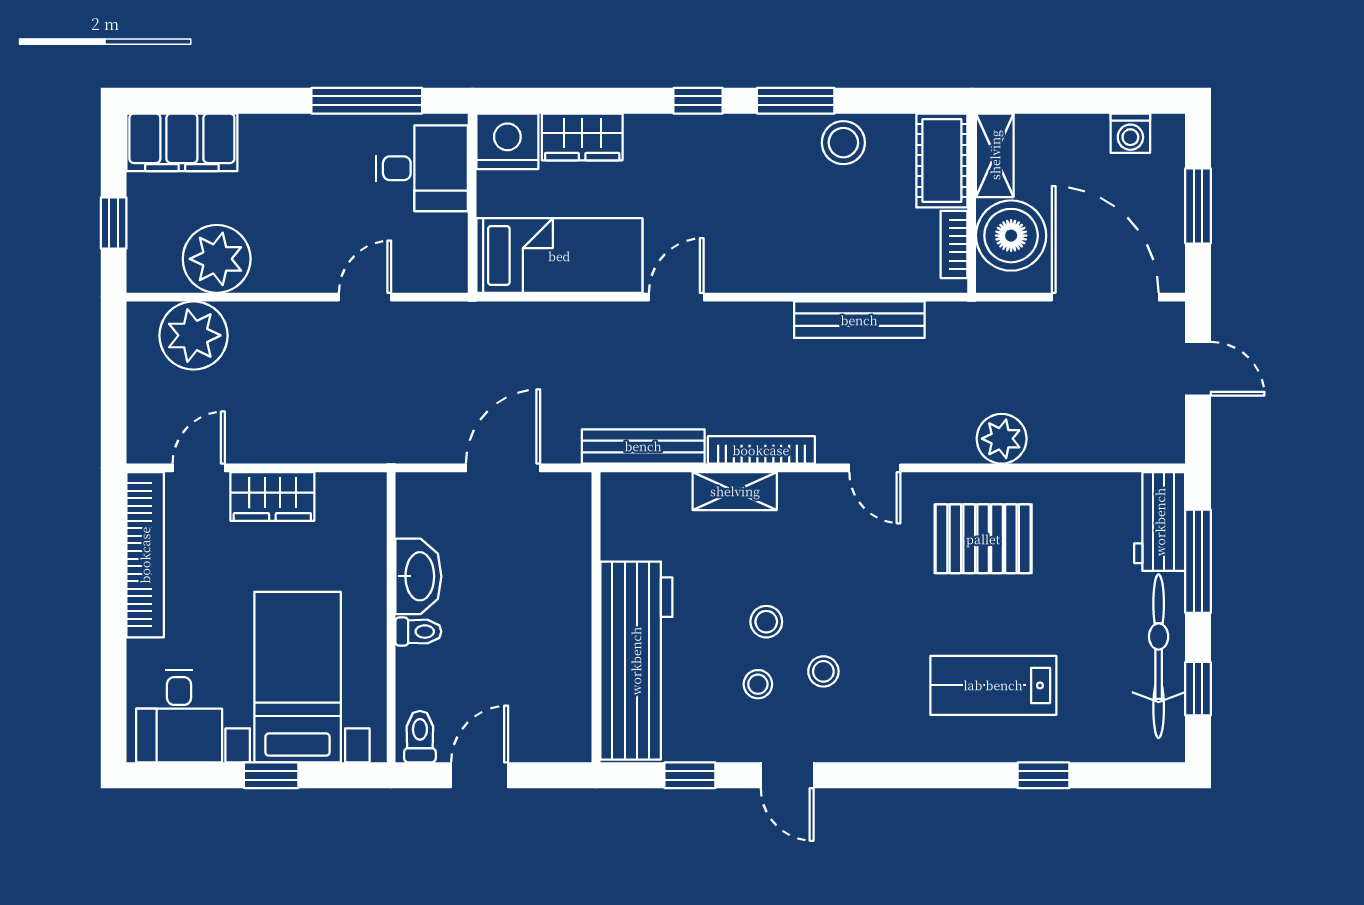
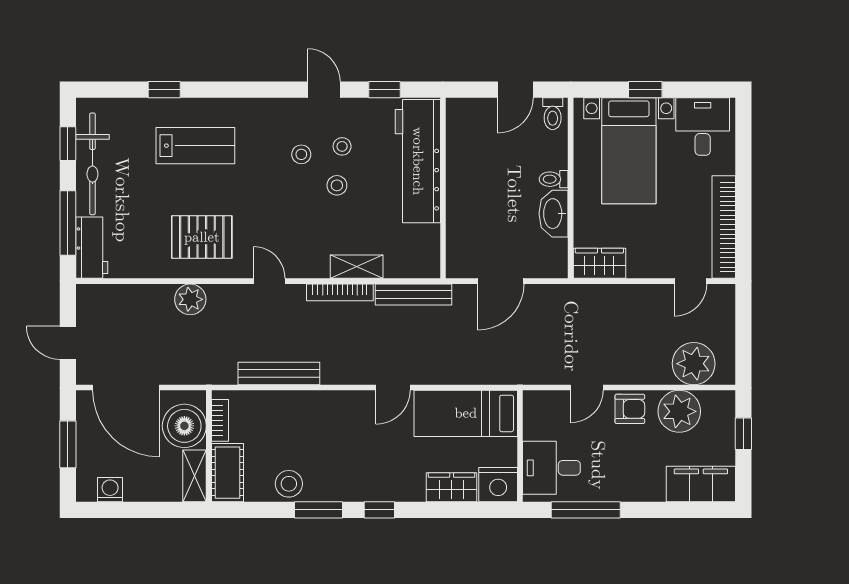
armchair: (296, 263) -> (630, 409), added
wardrobe: (272, 496) -> (599, 263), moved

